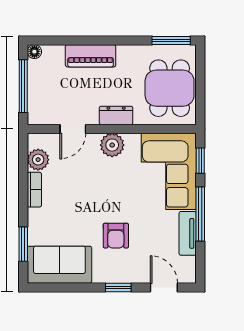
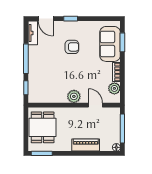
dresser: (116, 115) -> (72, 113), removed
door: (73, 129) -> (95, 105), hinge flipped
corner sofa: (169, 171) -> (43, 82), removed
tv unit: (188, 233) -> (33, 33), moved
armchair: (116, 236) -> (72, 47), turned 90
sofa: (59, 265) -> (110, 44), moved, turned 90

